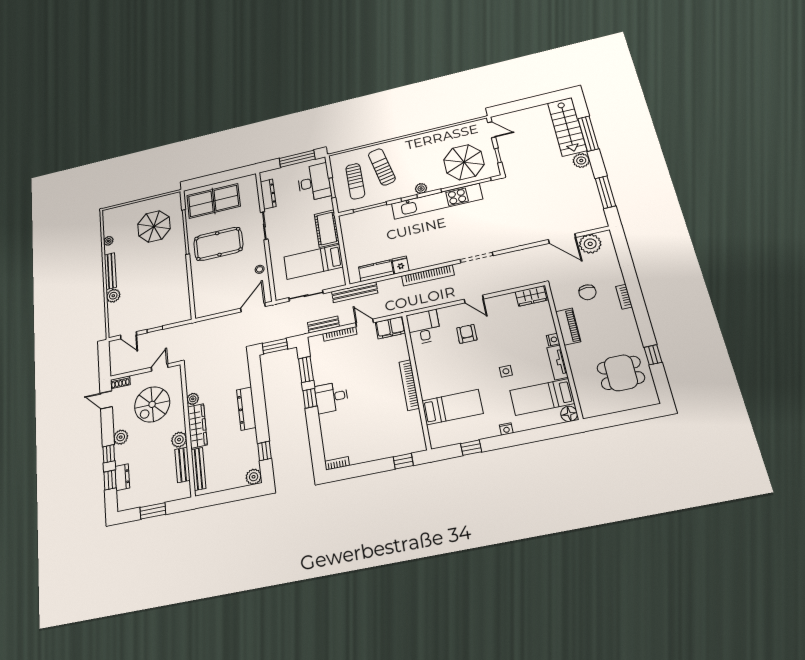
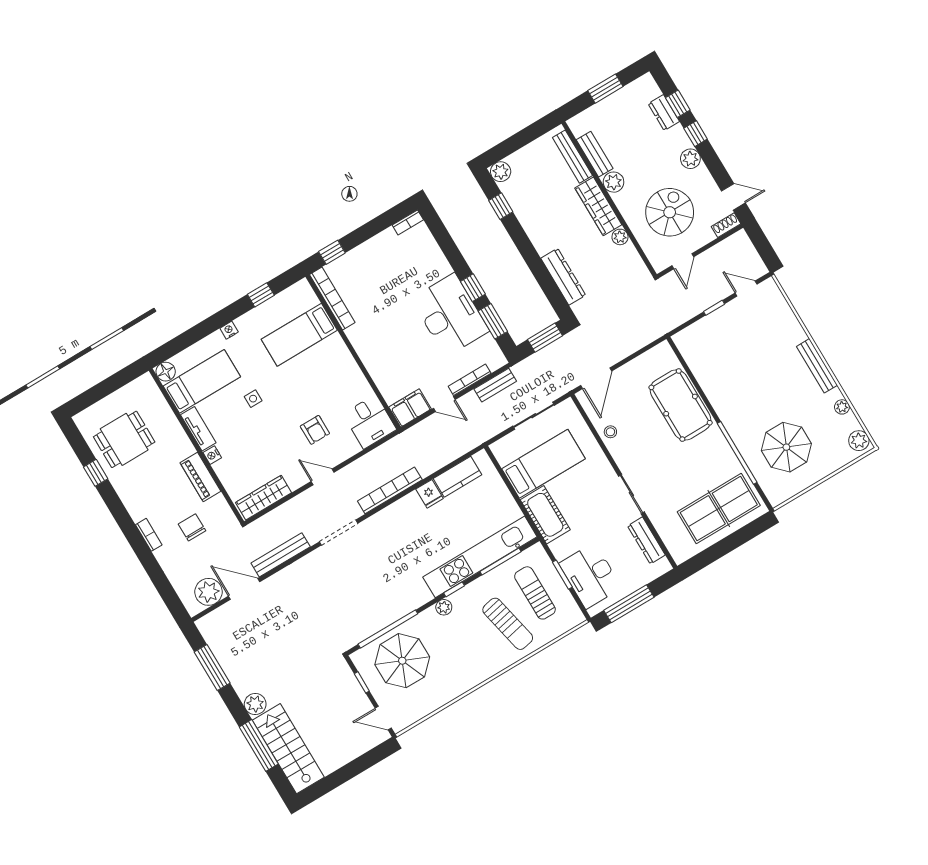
kitchen unit: (437, 201) -> (480, 557), moved
pool table: (218, 244) -> (681, 405), moved, turned 90
bench: (355, 292) -> (281, 555), moved
plant: (113, 296) -> (859, 441), moved
wardrobe: (531, 296) -> (263, 498), width x1.50
bookcase: (409, 385) -> (332, 299), moved
desk: (331, 397) -> (450, 315), width x1.87, depth x1.30
dresser: (246, 409) -> (563, 277), moved

